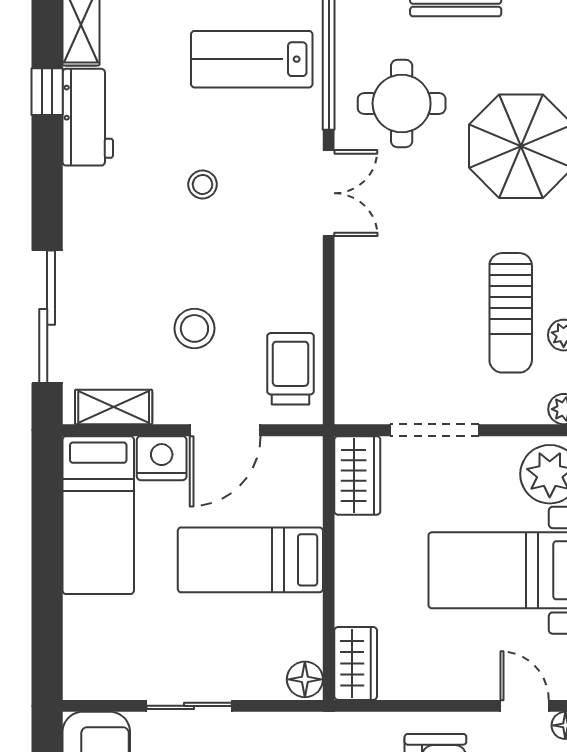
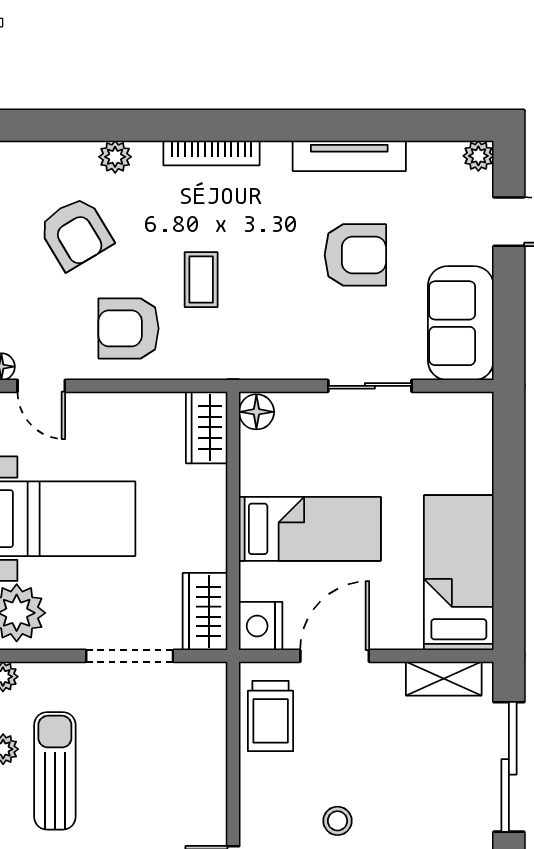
stool: (194, 328) -> (337, 821), moved, width x0.73, depth x0.73
nightstand: (162, 458) -> (261, 626), moved, turned 90

